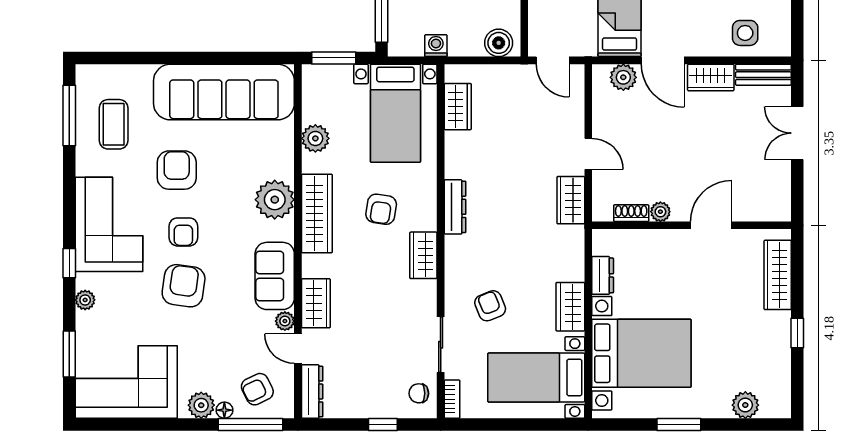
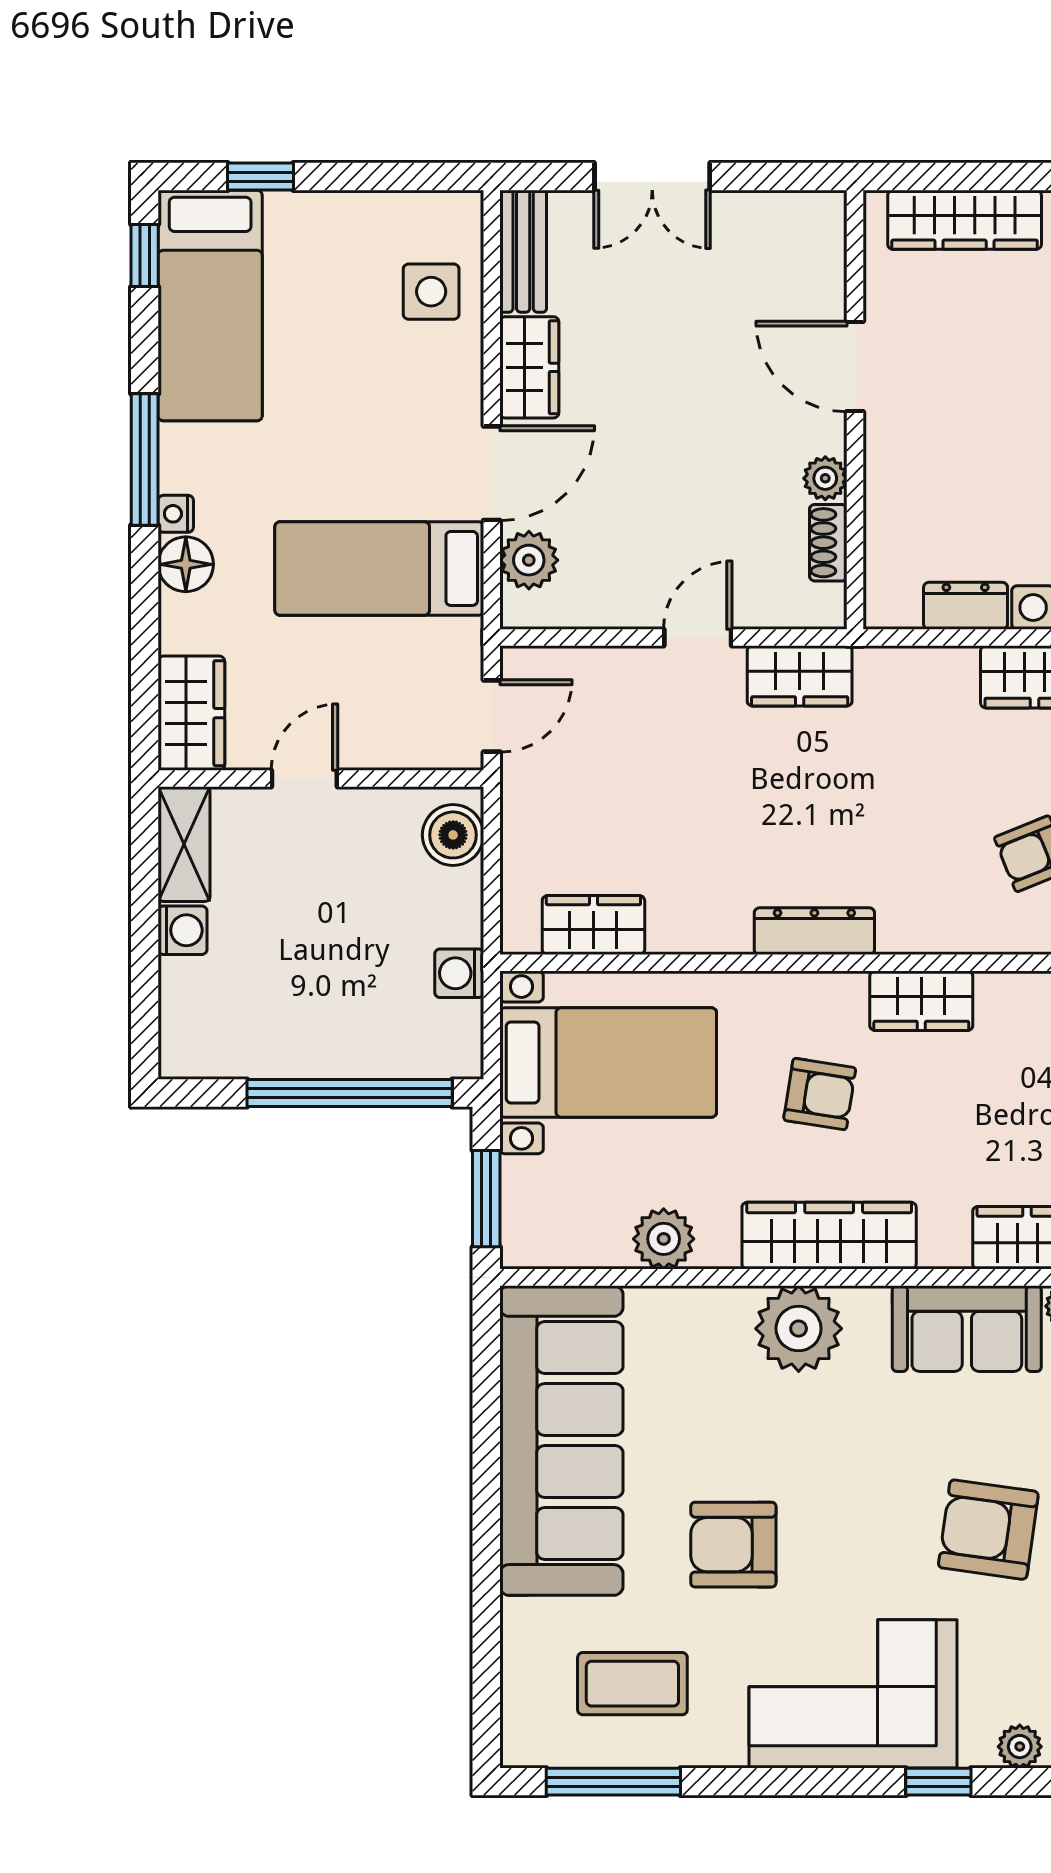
armchair: (183, 232) -> (870, 1530), removed

